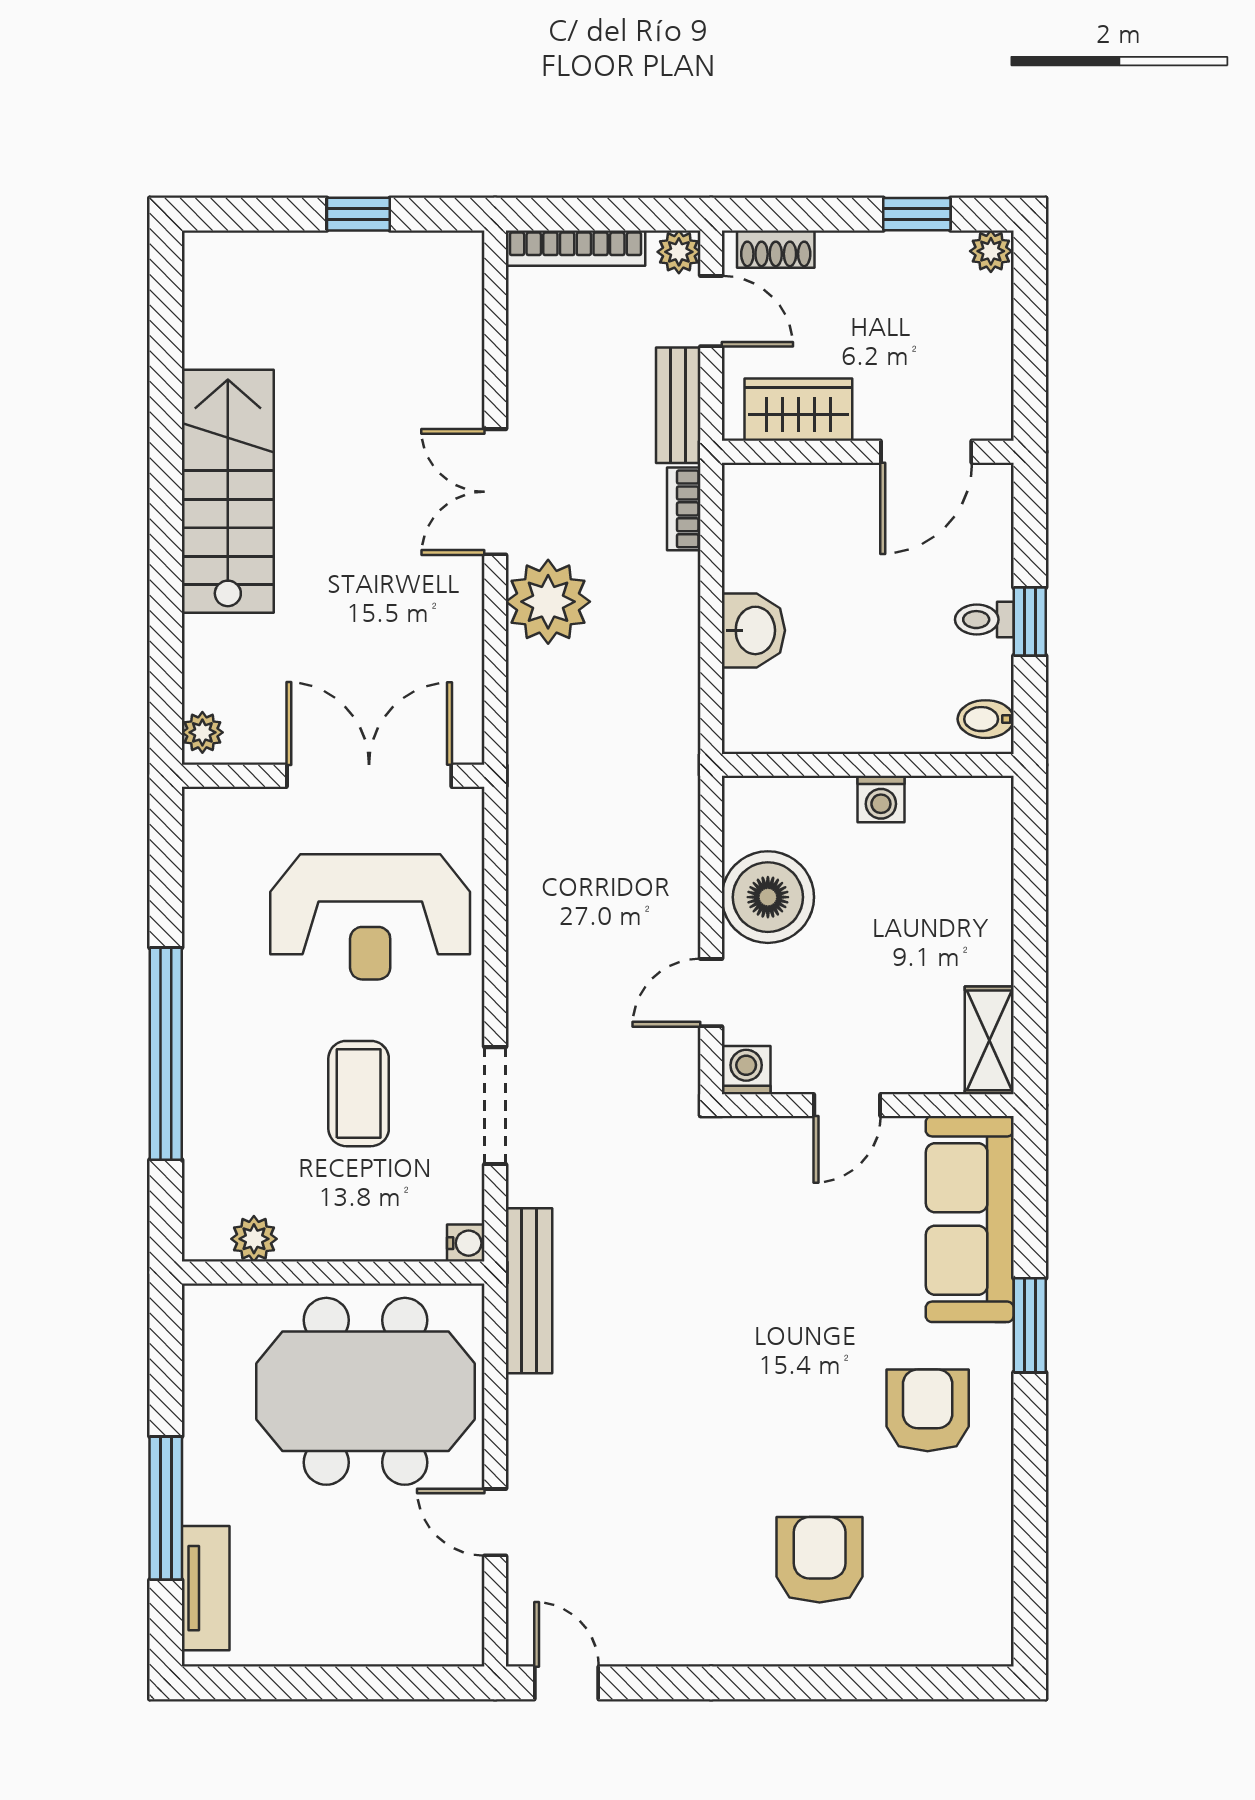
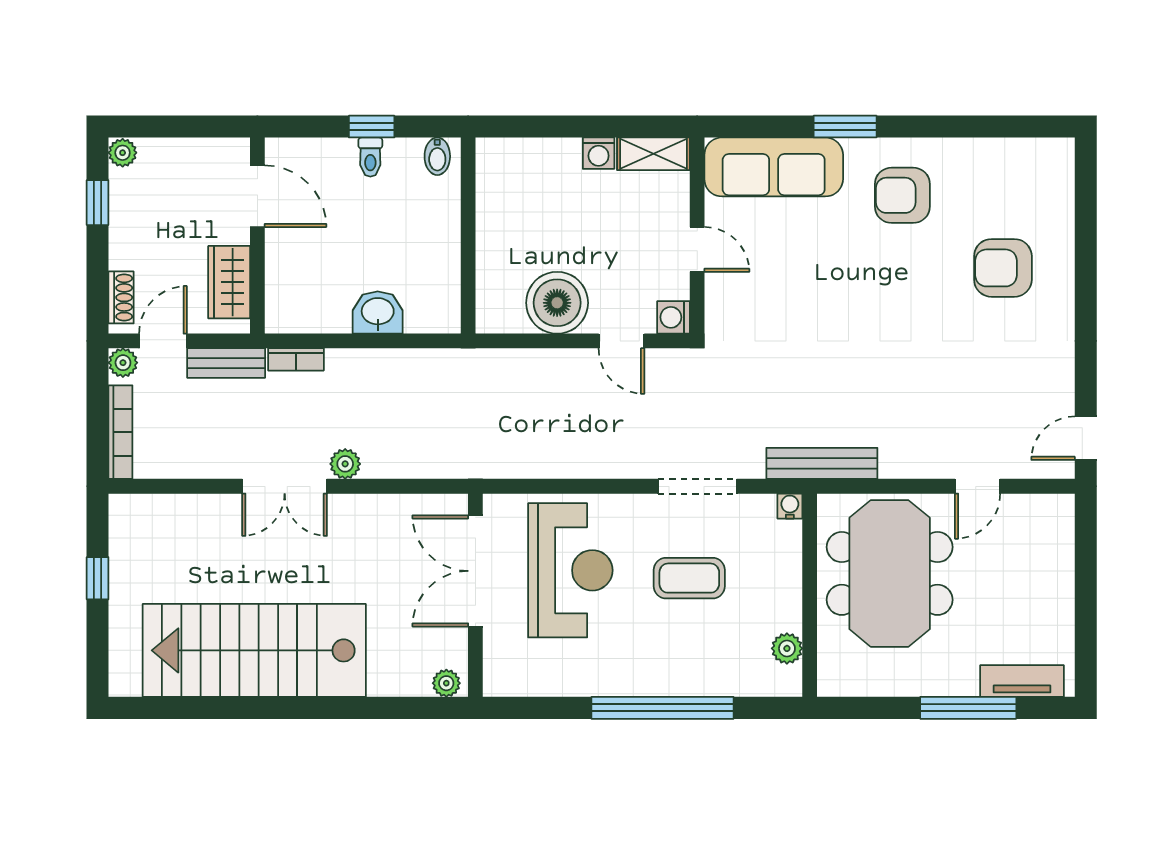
stairs: (228, 491) -> (254, 650), width x1.36, depth x1.51
plant: (548, 602) -> (345, 464), width x0.53, depth x0.53
washing machine: (881, 799) -> (599, 153), moved, turned 90

